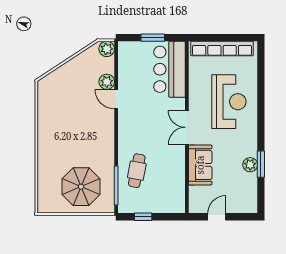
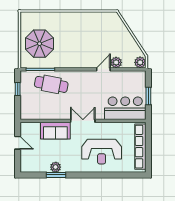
cafe table: (137, 171) -> (51, 84), width x1.37, depth x1.35

